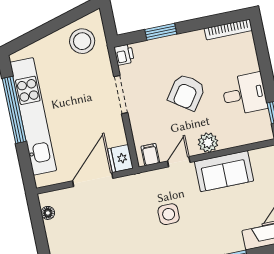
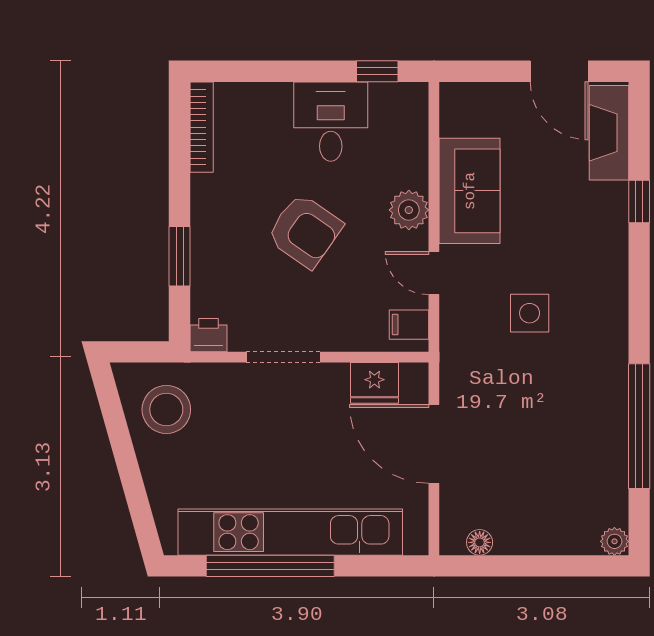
fridge: (120, 159) -> (374, 383), moved

